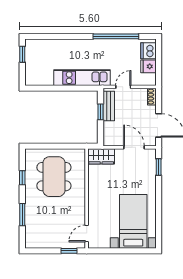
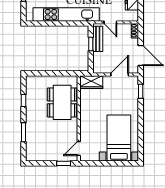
kitchen unit: (82, 78) -> (66, 14), width x1.36
door: (123, 87) -> (110, 22), swing flipped
door: (134, 147) -> (120, 74), hinge flipped
dining table: (54, 177) -> (62, 102), moved

